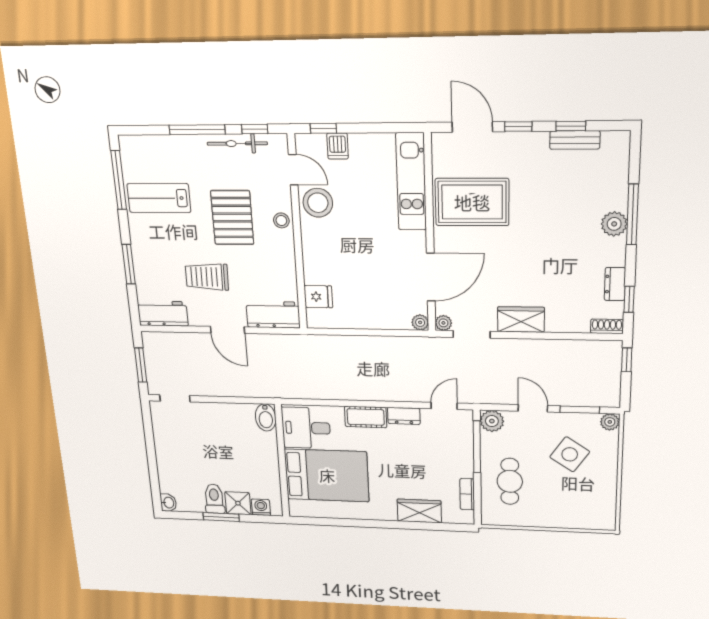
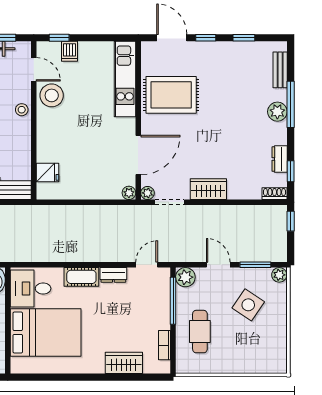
bench: (575, 140) -> (280, 70), moved, turned 90

